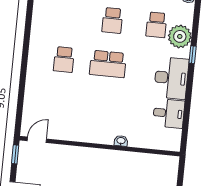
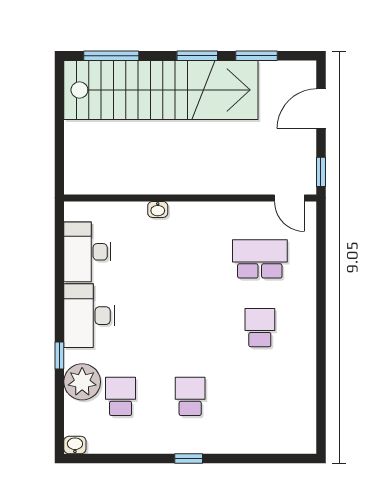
school desk: (108, 64) -> (260, 259), moved
desk: (169, 113) -> (87, 252), width x1.37
door: (37, 140) -> (289, 198), hinge flipped

